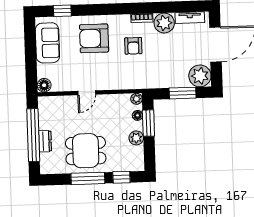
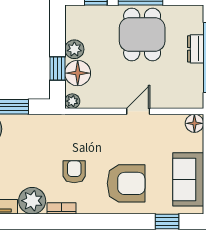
floor lamp: (138, 115) -> (78, 73), width x1.89, depth x1.89
window: (148, 123) -> (57, 68), width x0.67
dining table: (86, 151) -> (142, 34), turned 90

